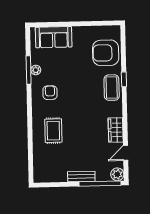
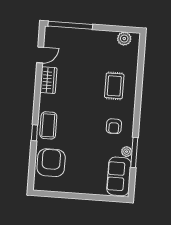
sofa: (54, 37) -> (119, 176), moved, turned -90
armchair: (106, 53) -> (51, 163), turned -90
plant: (117, 174) -> (124, 39), moved
bench: (81, 176) -> (89, 35), removed

